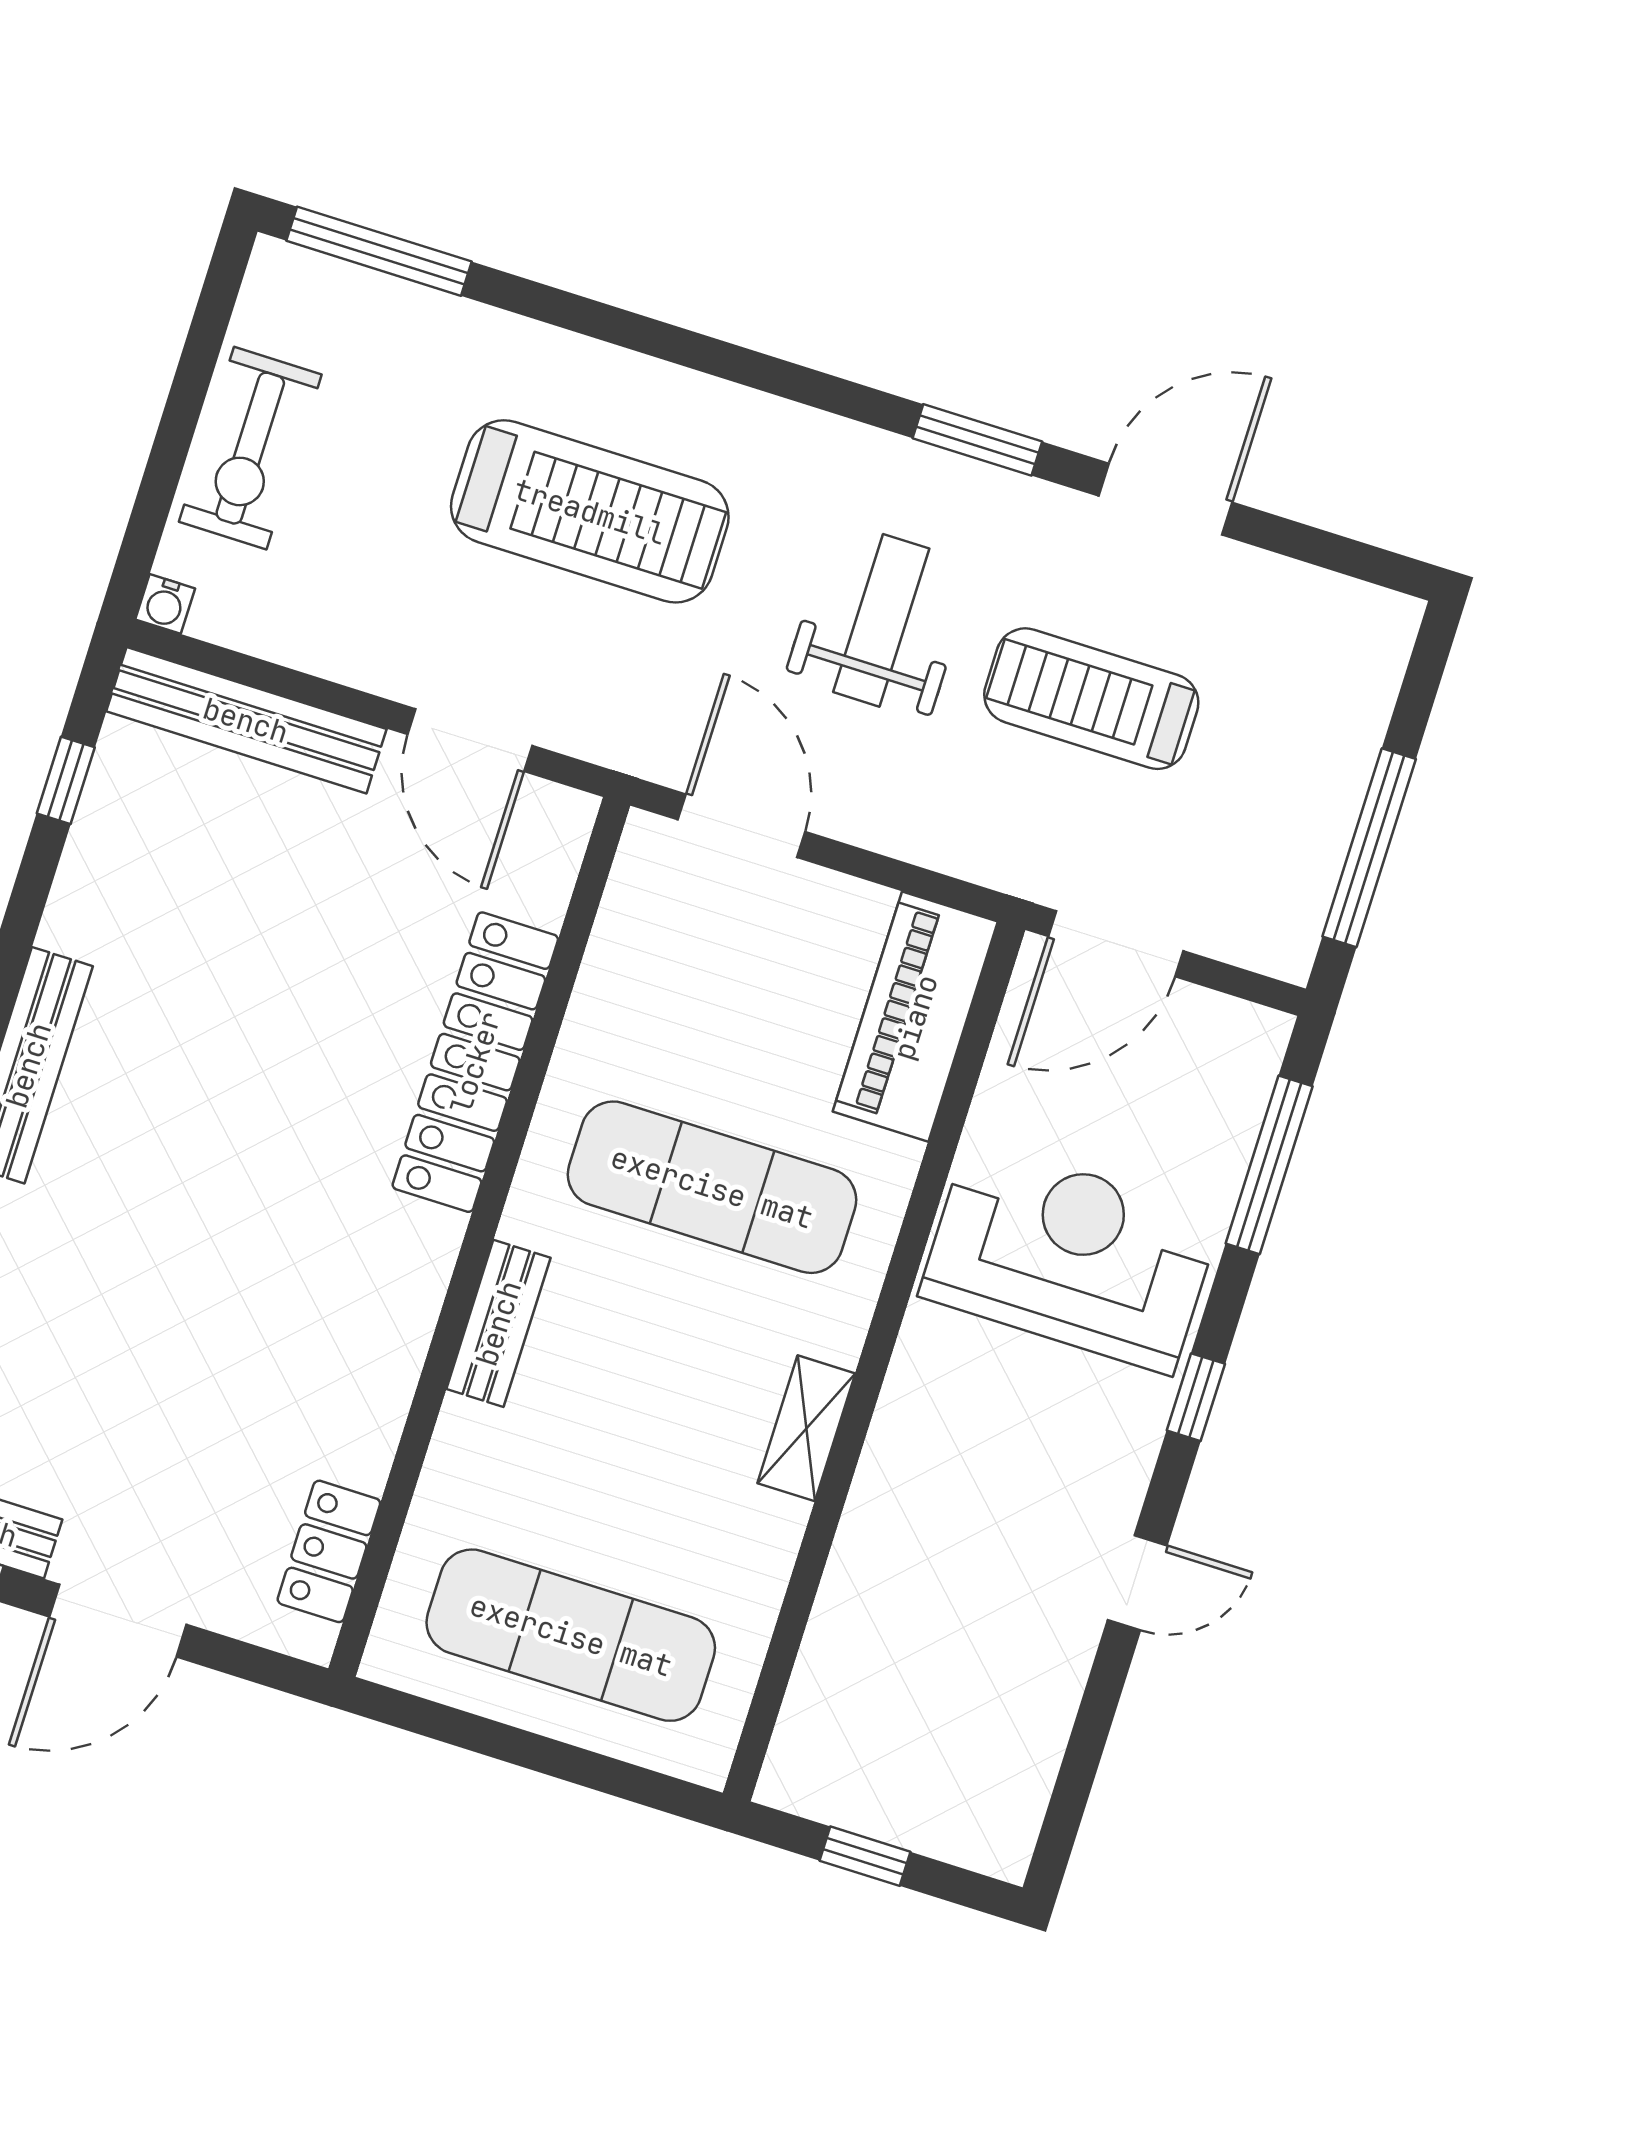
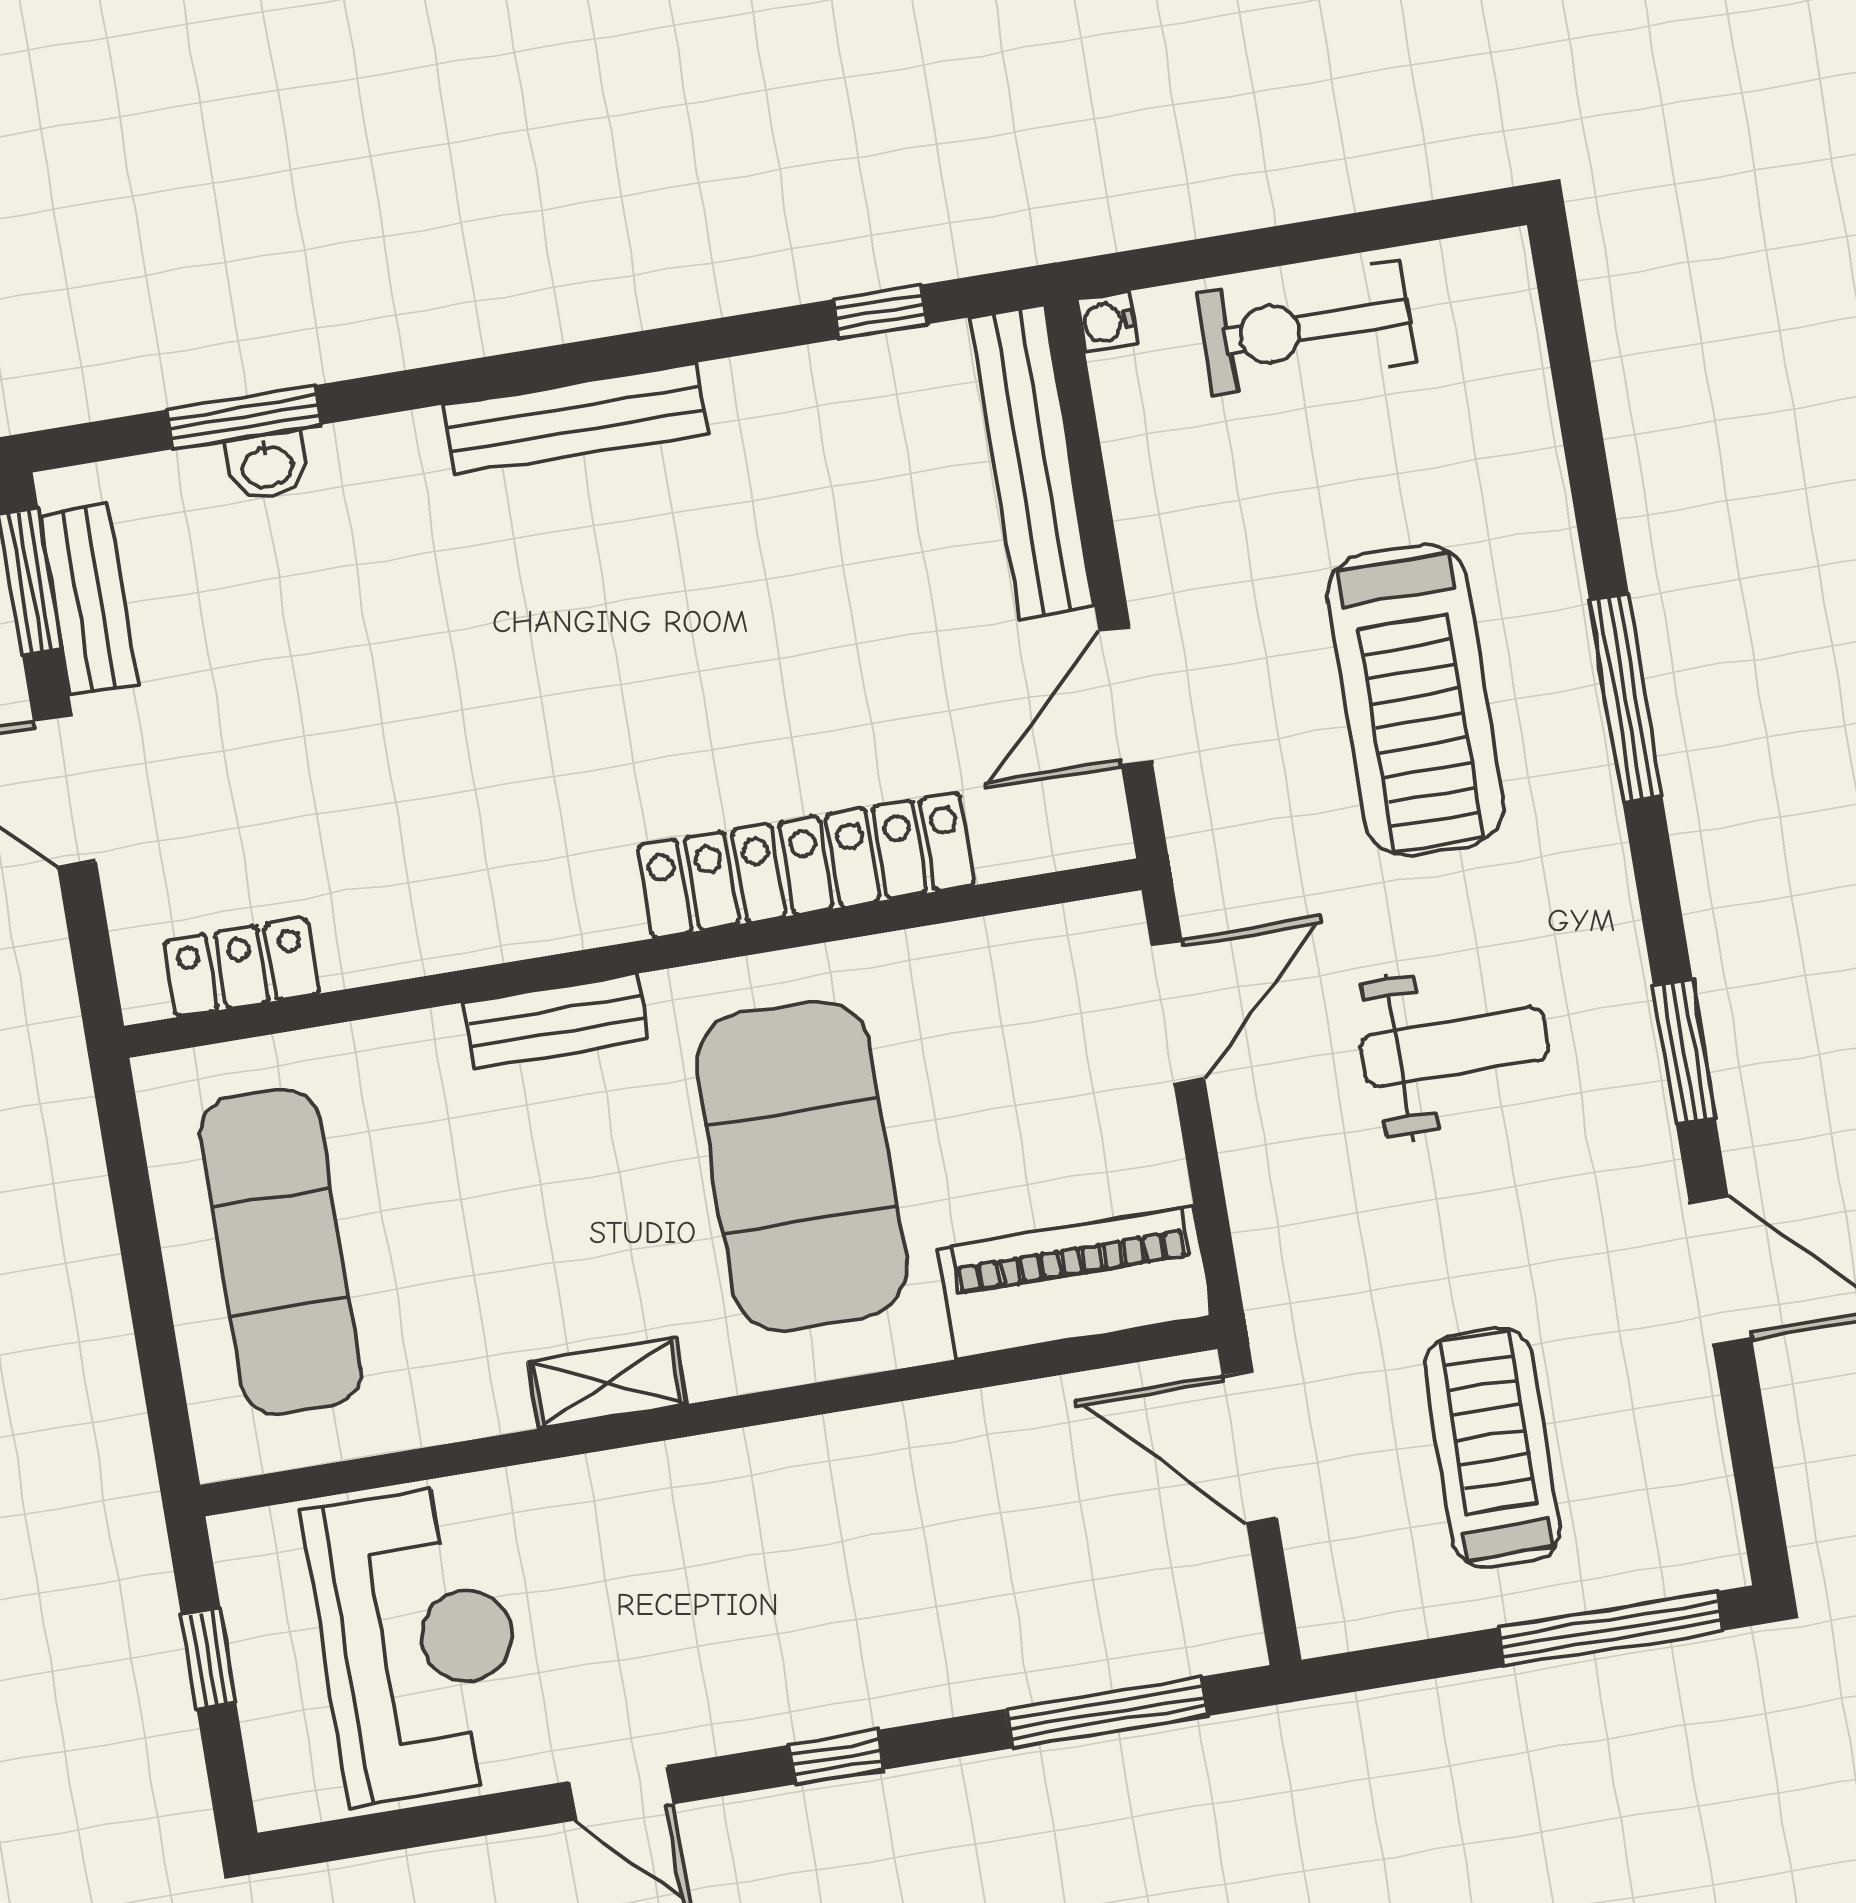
window: (379, 251) -> (1626, 698), moved
treadmill: (1091, 699) -> (1493, 1448), moved
window: (1369, 848) -> (1611, 1629), moved
exercise mat: (712, 1187) -> (801, 1166), width x1.47
reception desk: (1070, 1256) -> (418, 1644), moved

